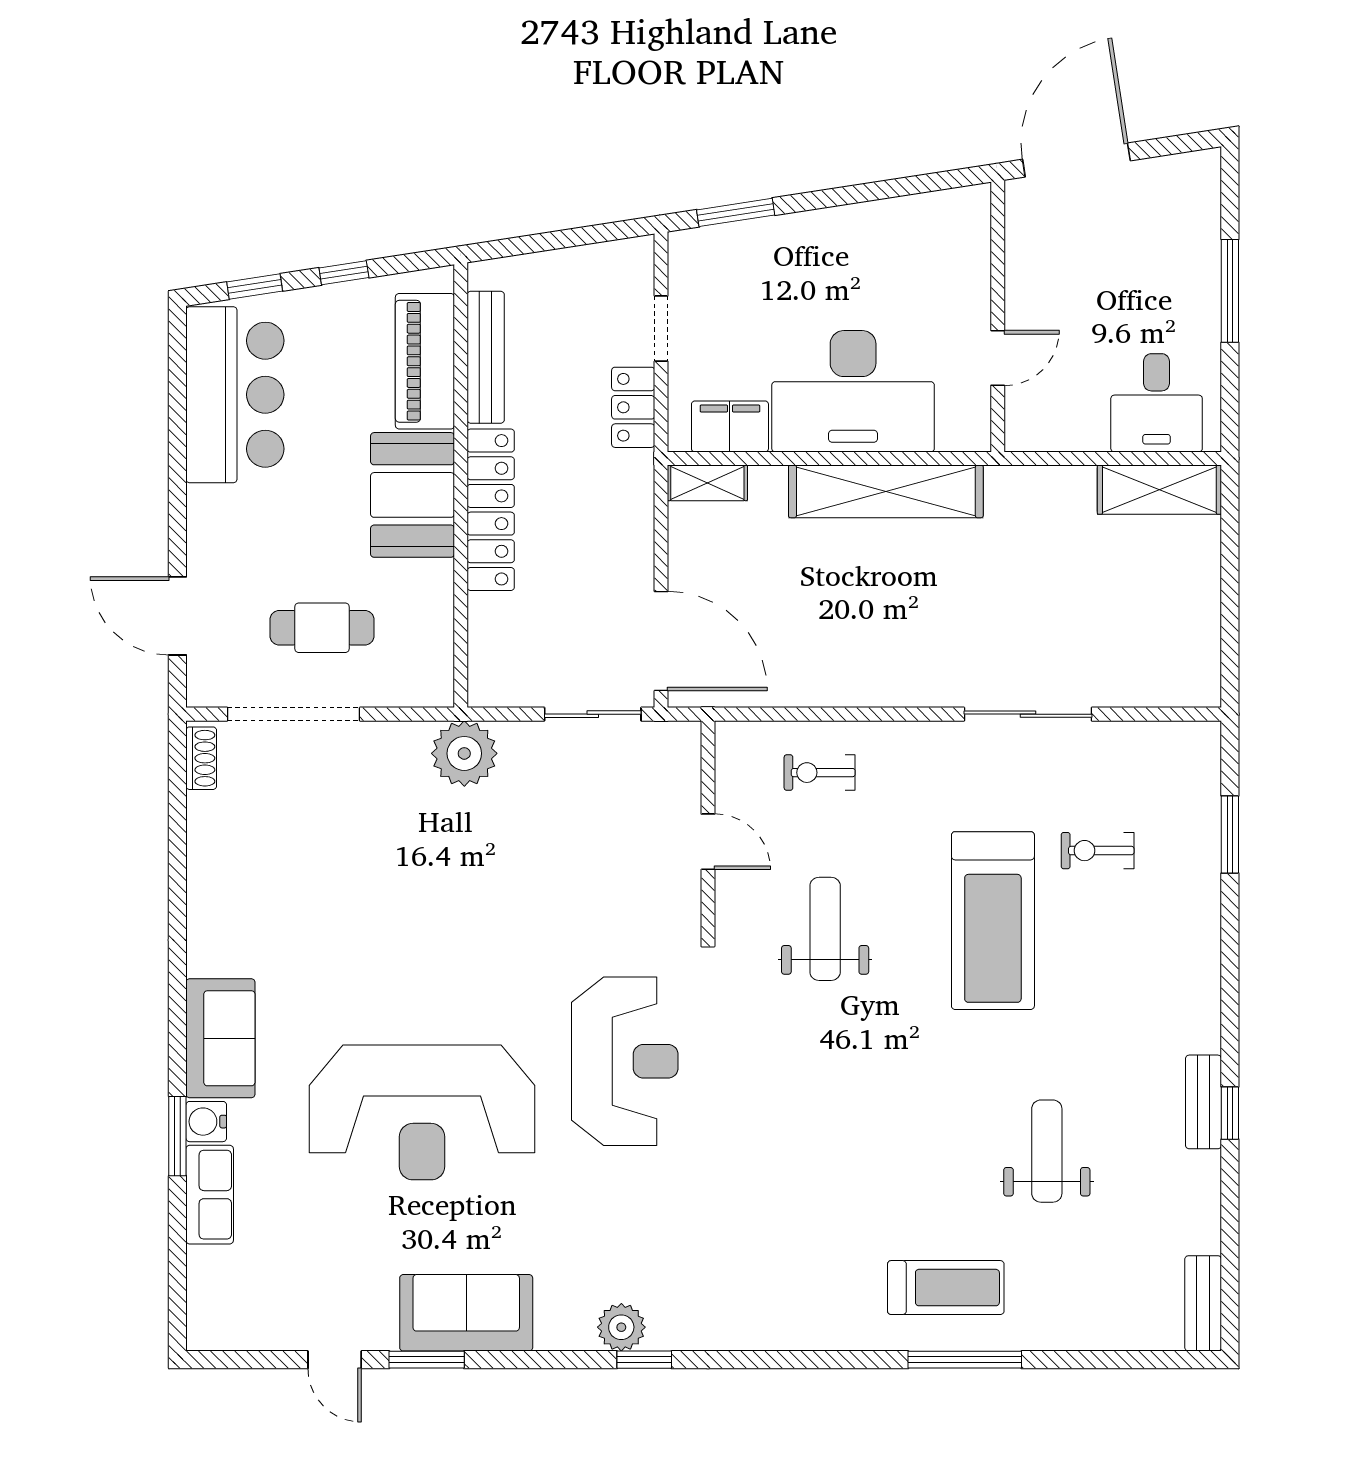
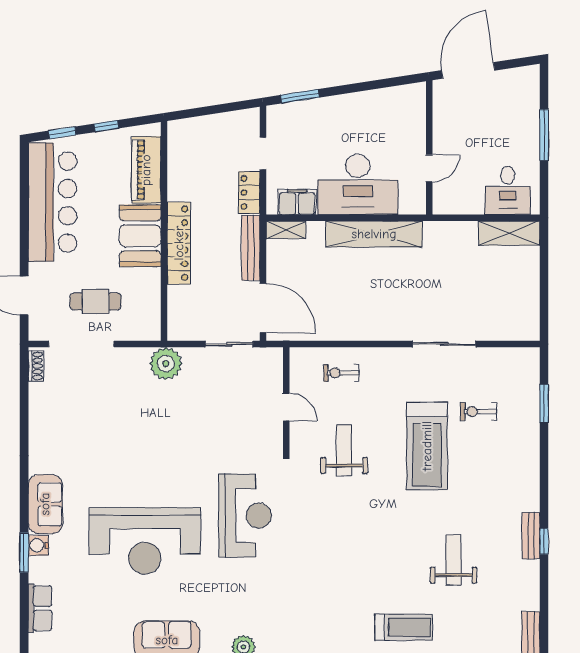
bench: (486, 357) -> (251, 248), moved
bar counter: (235, 395) -> (52, 202), width x1.36
row of seats: (210, 1195) -> (40, 608), moved

